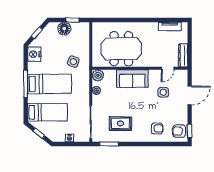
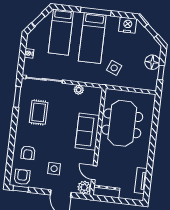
plant: (98, 75) -> (84, 187), moved
side table: (163, 92) -> (54, 169), moved

